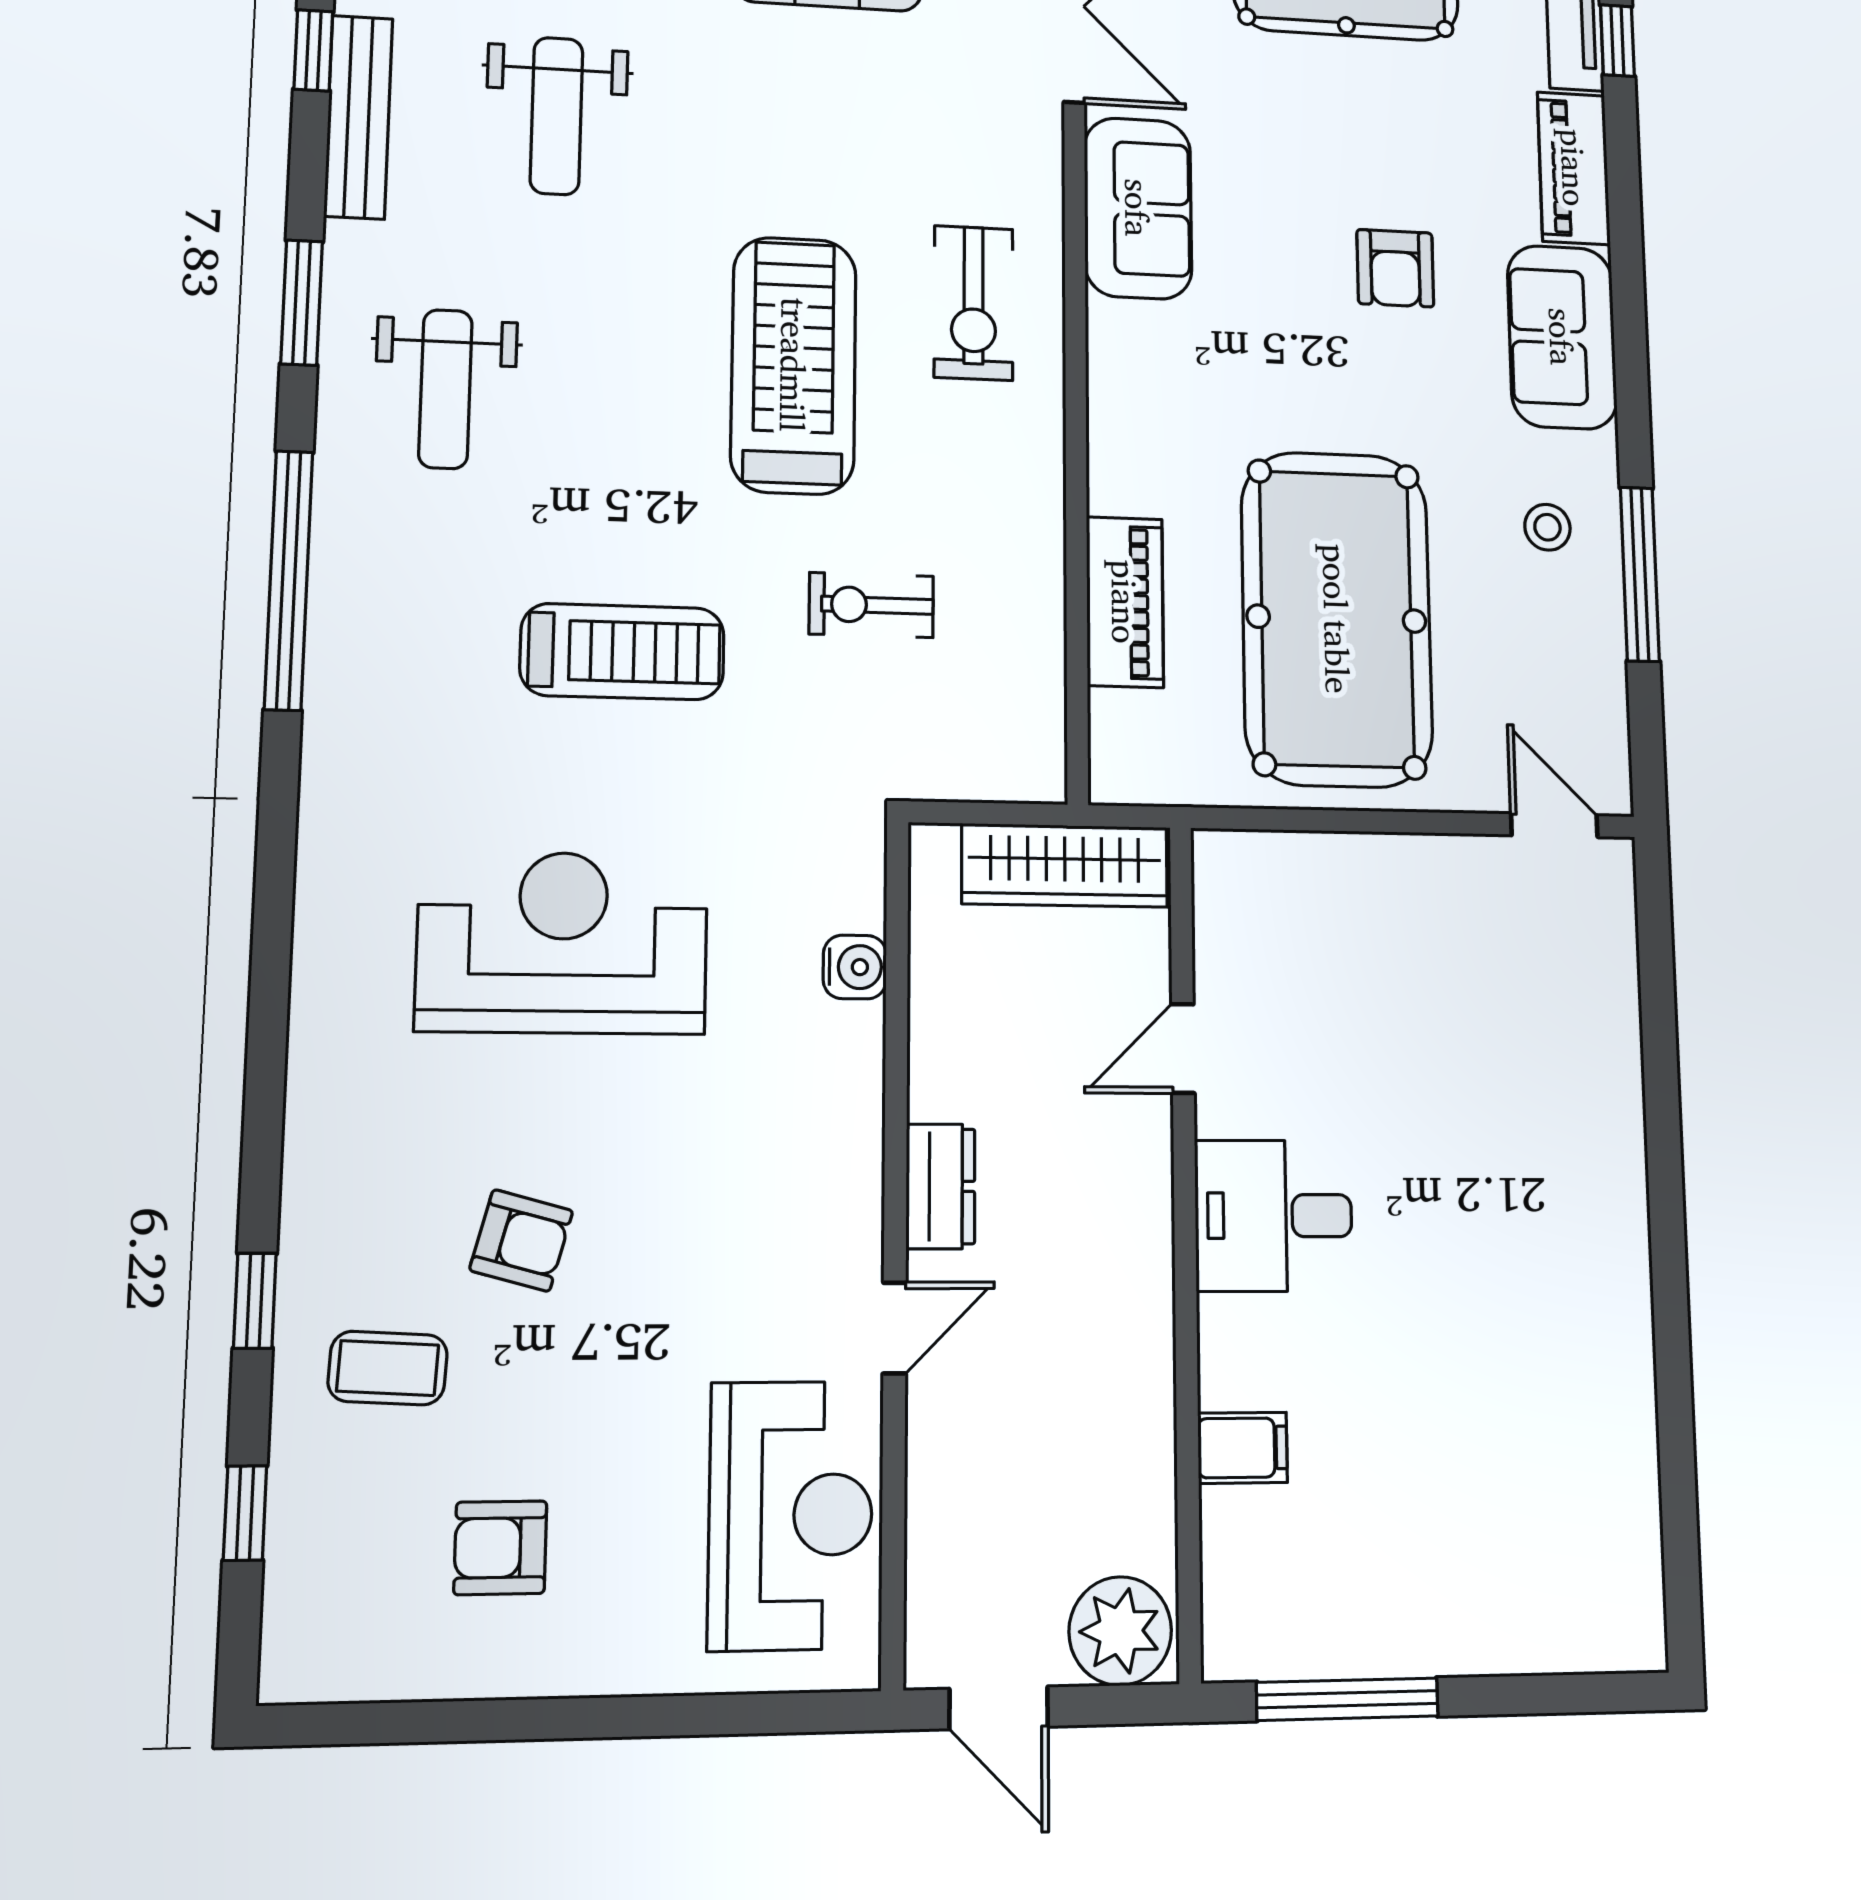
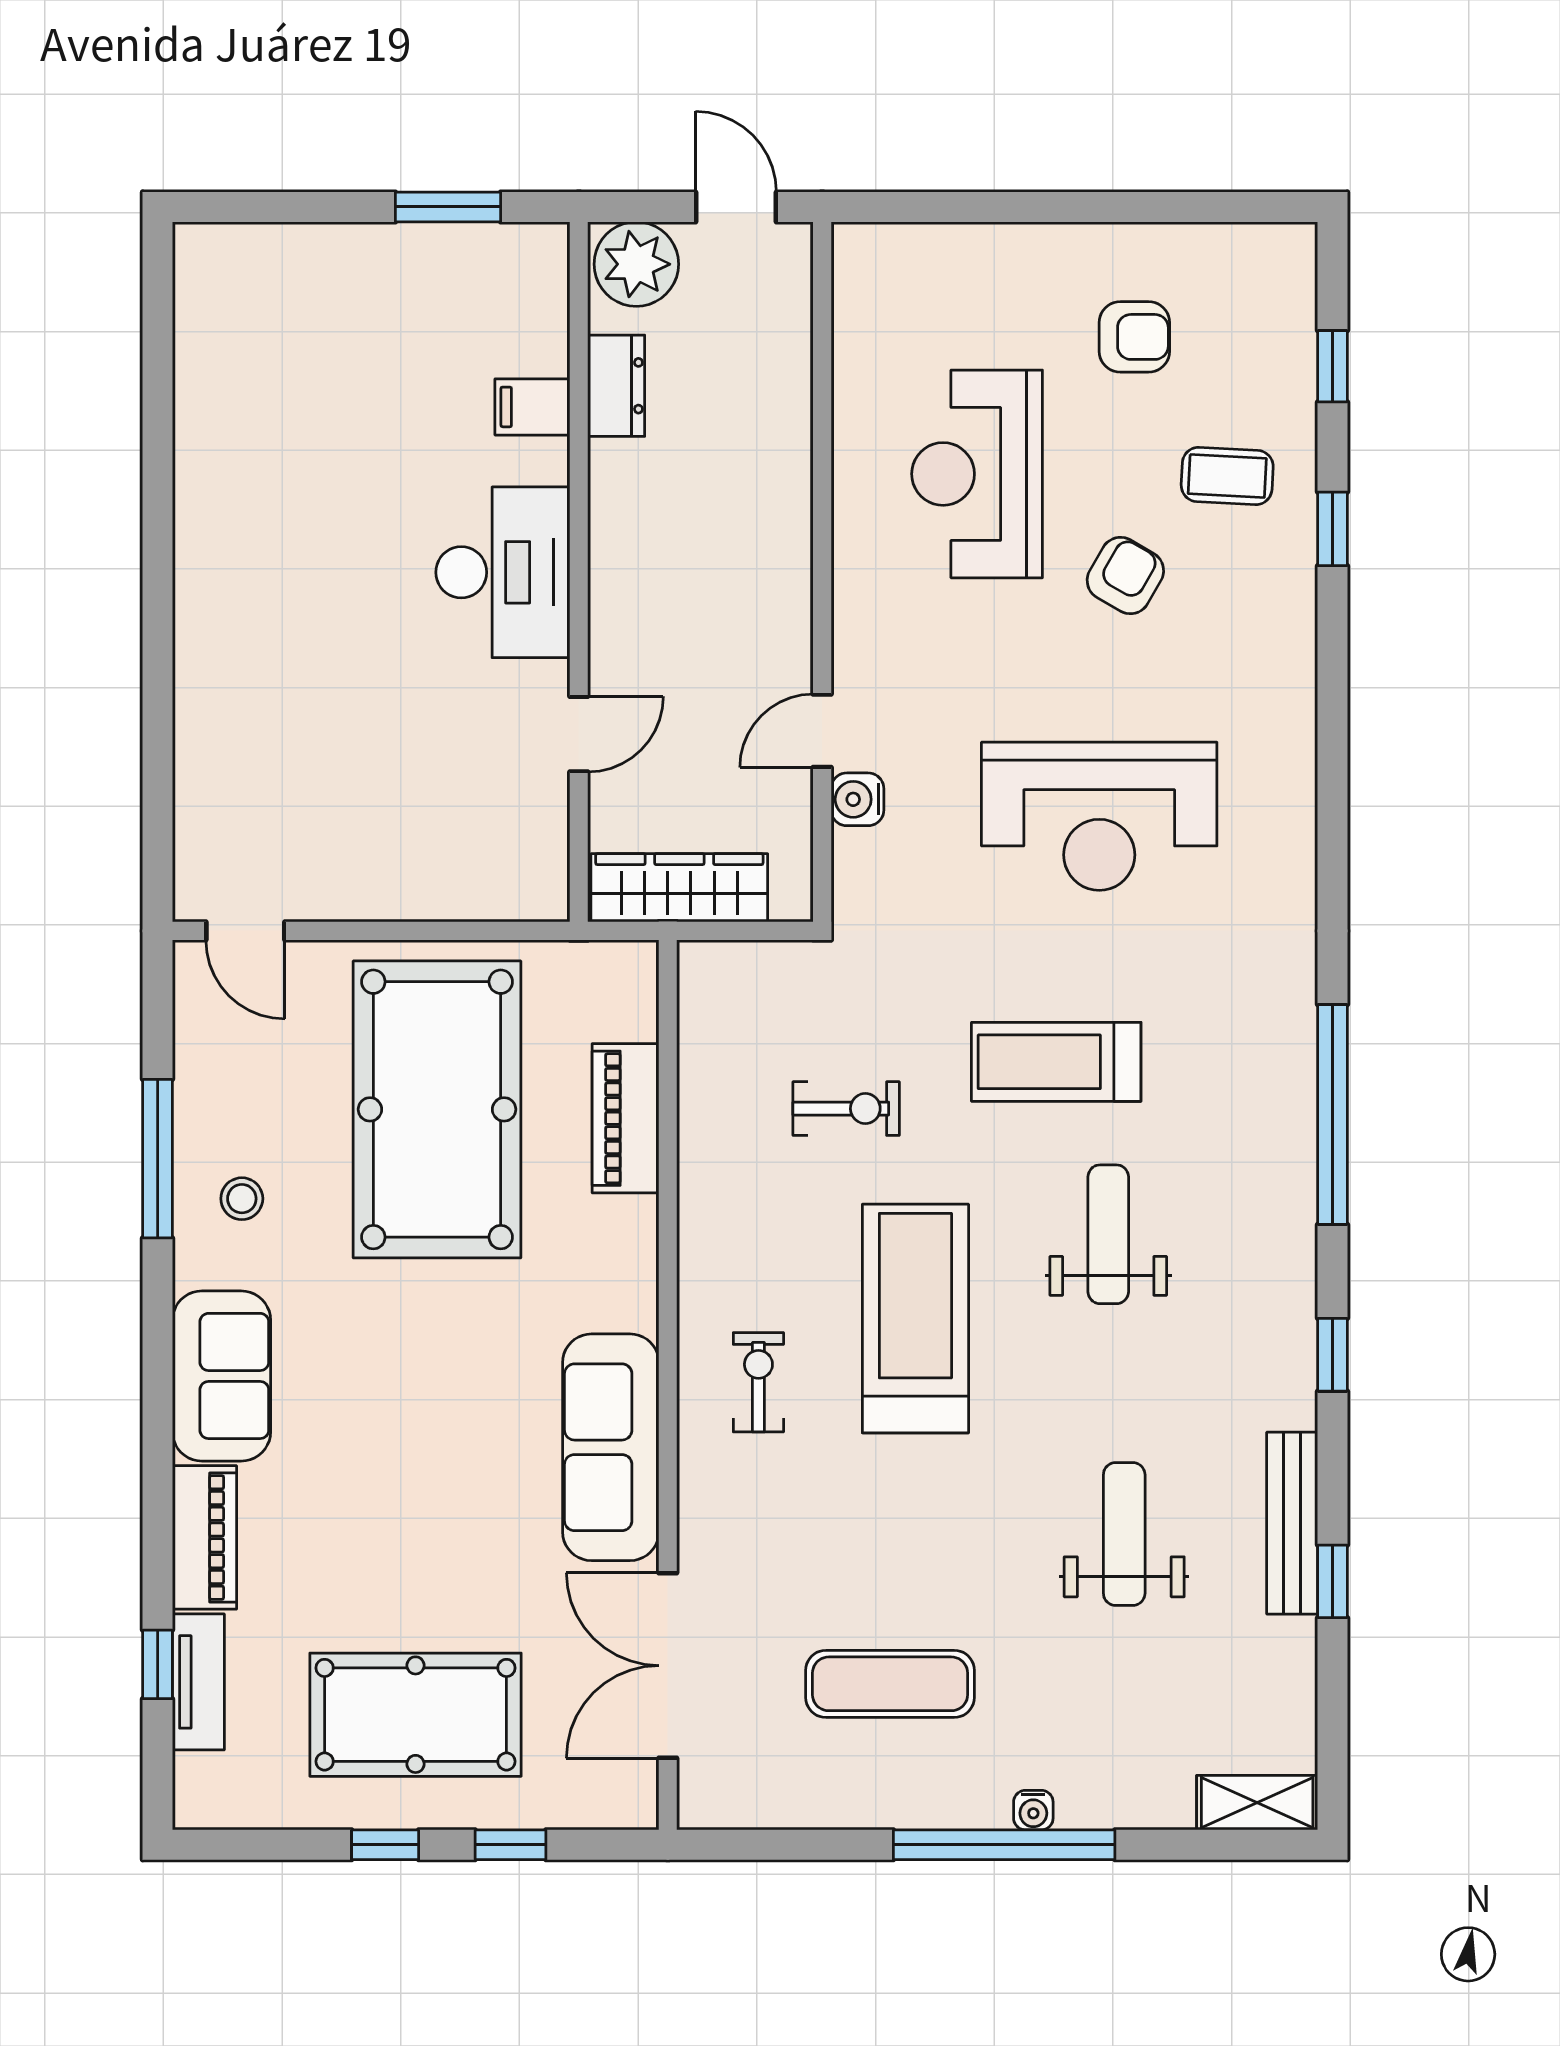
sofa: (1138, 208) -> (611, 1447), width x1.36
armchair: (1395, 268) -> (376, 1433), removed
window: (302, 303) -> (1332, 1355), width x0.67
exercise bike: (974, 303) -> (758, 1382), width x0.73, depth x0.72
treadmill: (794, 365) -> (915, 1318), turned 180
weight bench: (445, 389) -> (1108, 1234), moved
dresser: (940, 1186) -> (616, 386), moved, turned 180
desk: (1274, 1216) -> (503, 572), width x1.37
armchair: (521, 1240) -> (1125, 576), turned 105
door: (894, 1328) -> (822, 731), moved
reception desk: (791, 1515) -> (977, 474), moved
window: (1347, 1699) -> (448, 207), width x0.69

